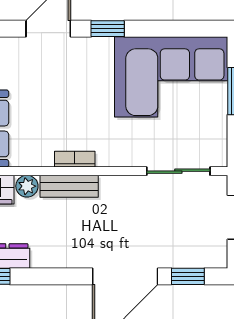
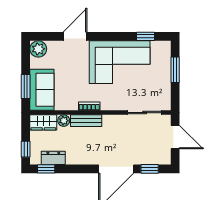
window: (108, 29) -> (146, 36), moved
corner sofa: (171, 77) -> (120, 62), moved

